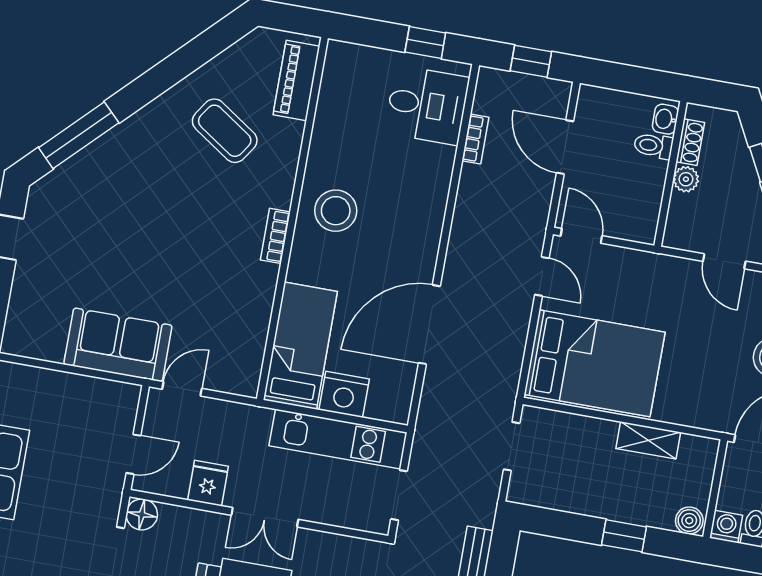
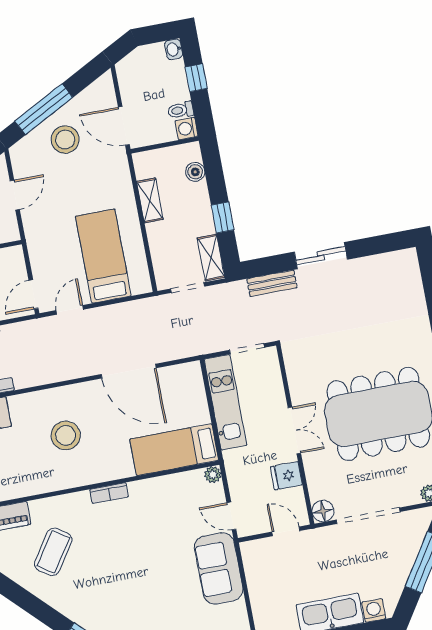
stool: (336, 211) -> (66, 435), moved
bed: (595, 363) -> (103, 256), width x0.67
plant: (247, 385) -> (213, 475), added
nightstand: (344, 394) -> (195, 409), removed
shelving: (540, 493) -> (211, 258), added
boiler: (689, 521) -> (195, 172), moved
window: (624, 536) -> (223, 218), moved

